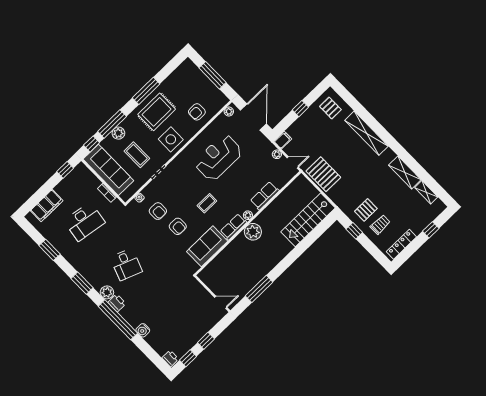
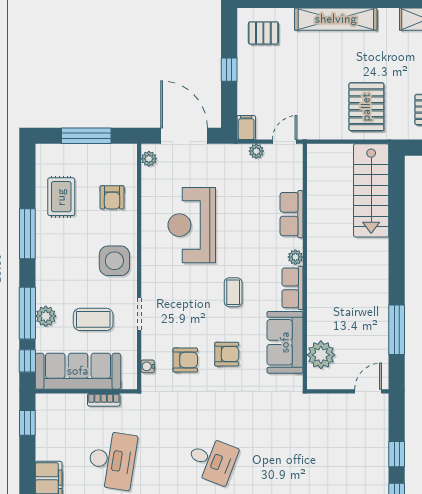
rug: (157, 112) -> (61, 197), moved, width x0.73, depth x0.70
pallet: (323, 174) -> (366, 107), moved, turned 90
plant: (253, 232) -> (321, 355), moved

